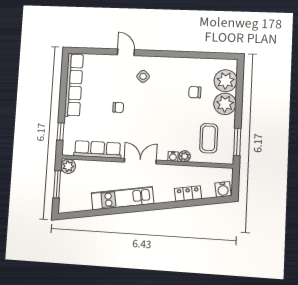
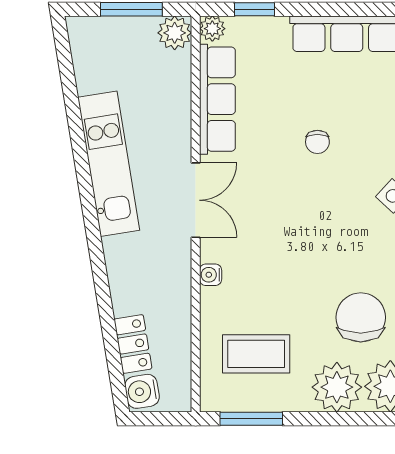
chair: (195, 92) -> (361, 317), width x1.87, depth x1.87
plant: (185, 156) -> (212, 29), moved
locker: (188, 194) -> (133, 344), moved

